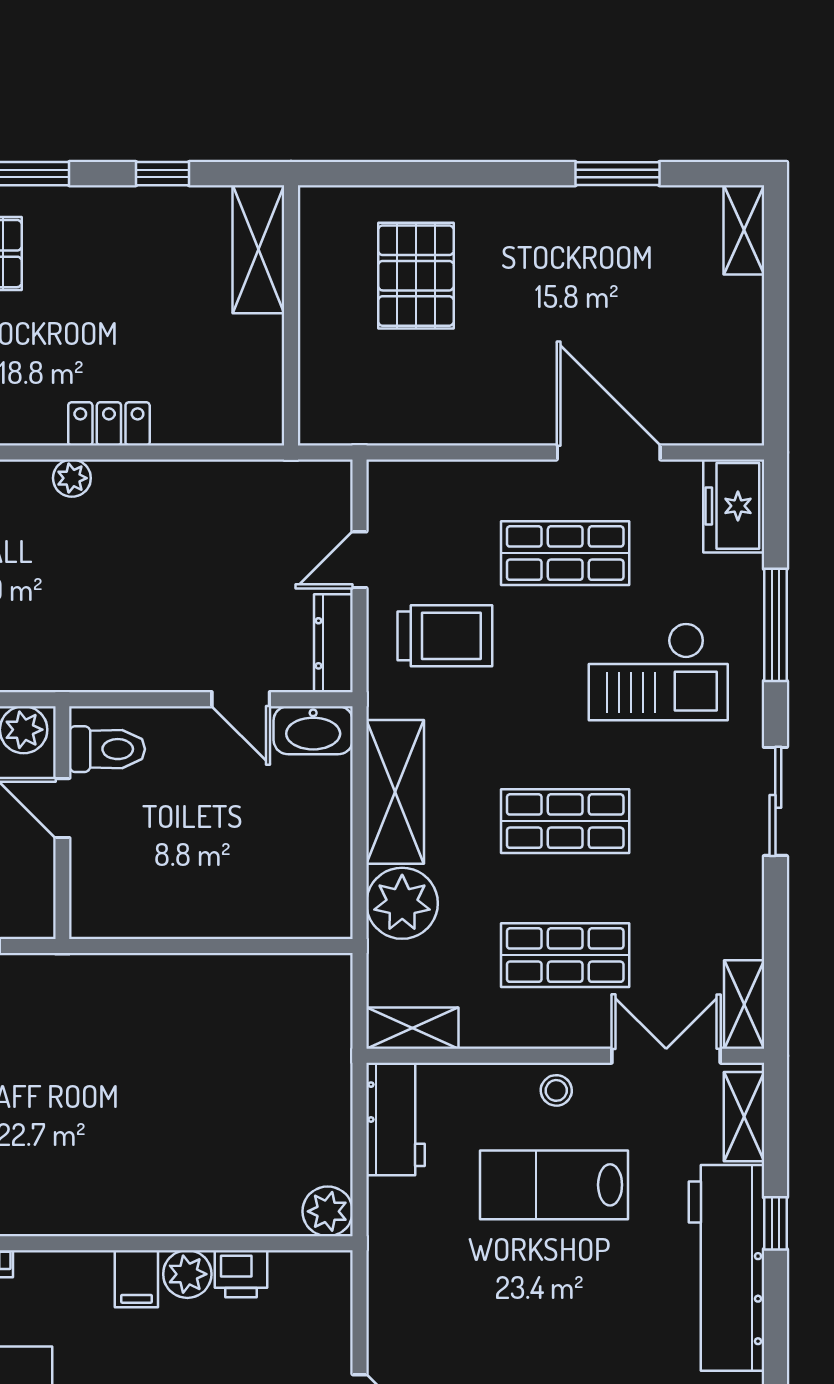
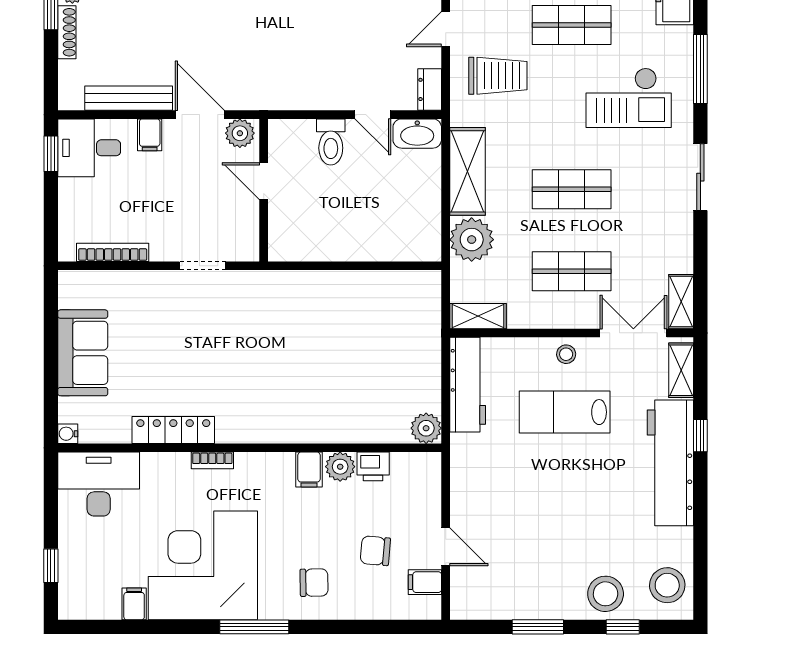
dresser: (333, 643) -> (430, 89), width x0.70
toilet: (107, 749) -> (331, 142), moved, turned 90
workbench: (395, 1119) -> (468, 385), width x1.37

